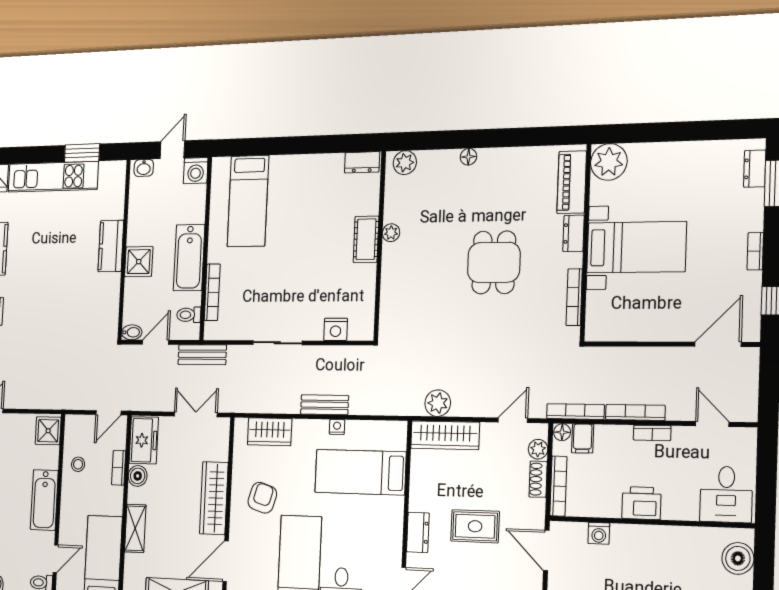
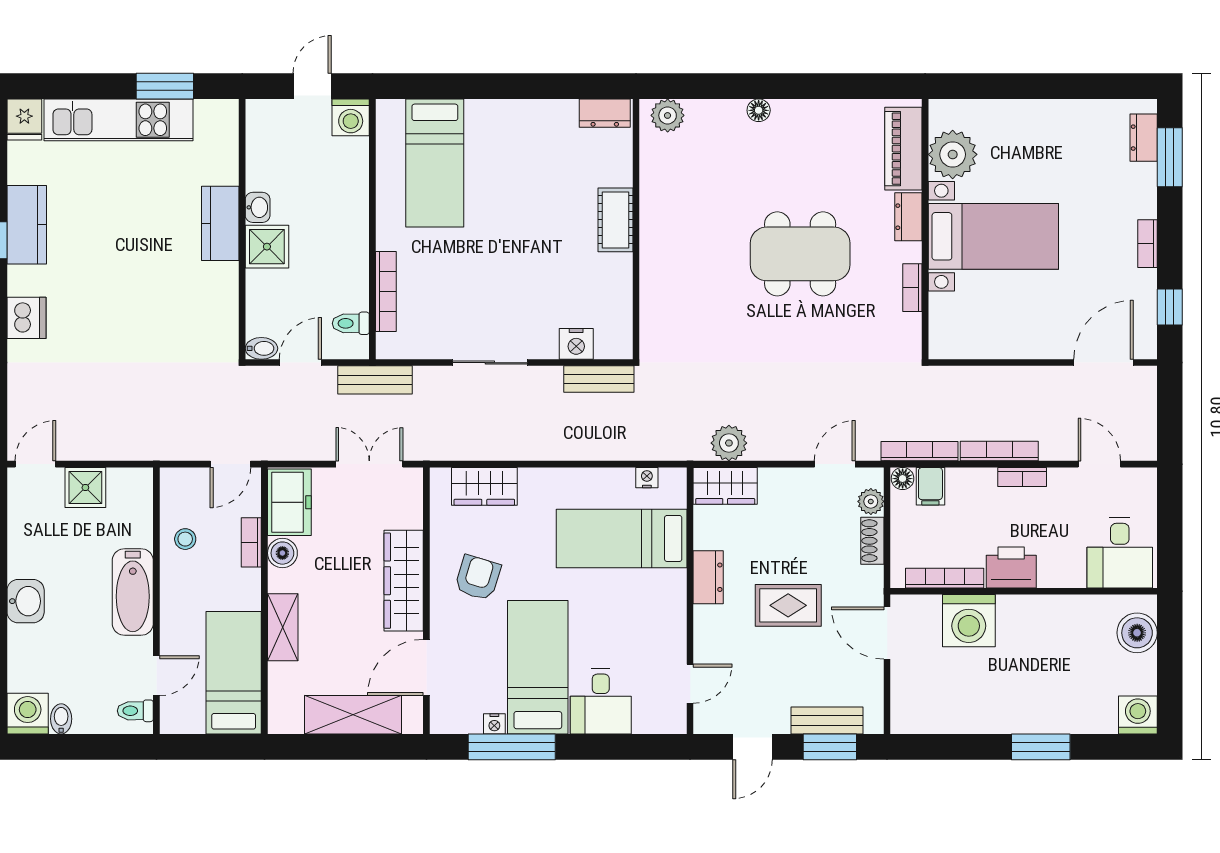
plant: (609, 162) -> (953, 154), moved
washbasin: (144, 168) -> (258, 207), moved, turned -90
plant: (391, 233) -> (652, 211), removed
bathtub: (189, 258) -> (347, 242), removed
dining table: (494, 262) -> (800, 254), width x1.38
bookcase: (574, 297) -> (912, 288), width x0.64
bench: (325, 405) -> (599, 379), moved
nightstand: (337, 427) -> (647, 478), moved
shower: (48, 431) -> (85, 488), moved
wardrobe: (445, 435) -> (725, 486), width x0.67
bookcase: (558, 486) -> (945, 578), moved, turned -90
dresser: (418, 532) -> (708, 577), moved
washing machine: (599, 533) -> (969, 621), width x1.89, depth x1.89

